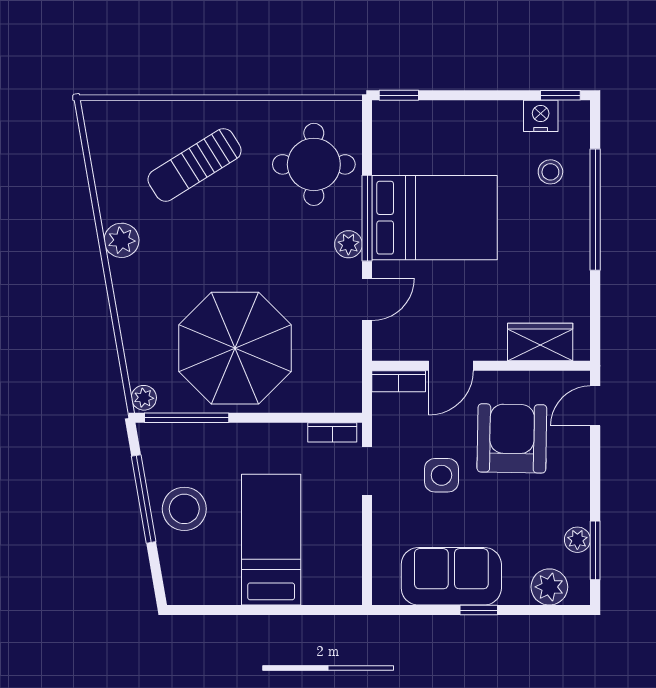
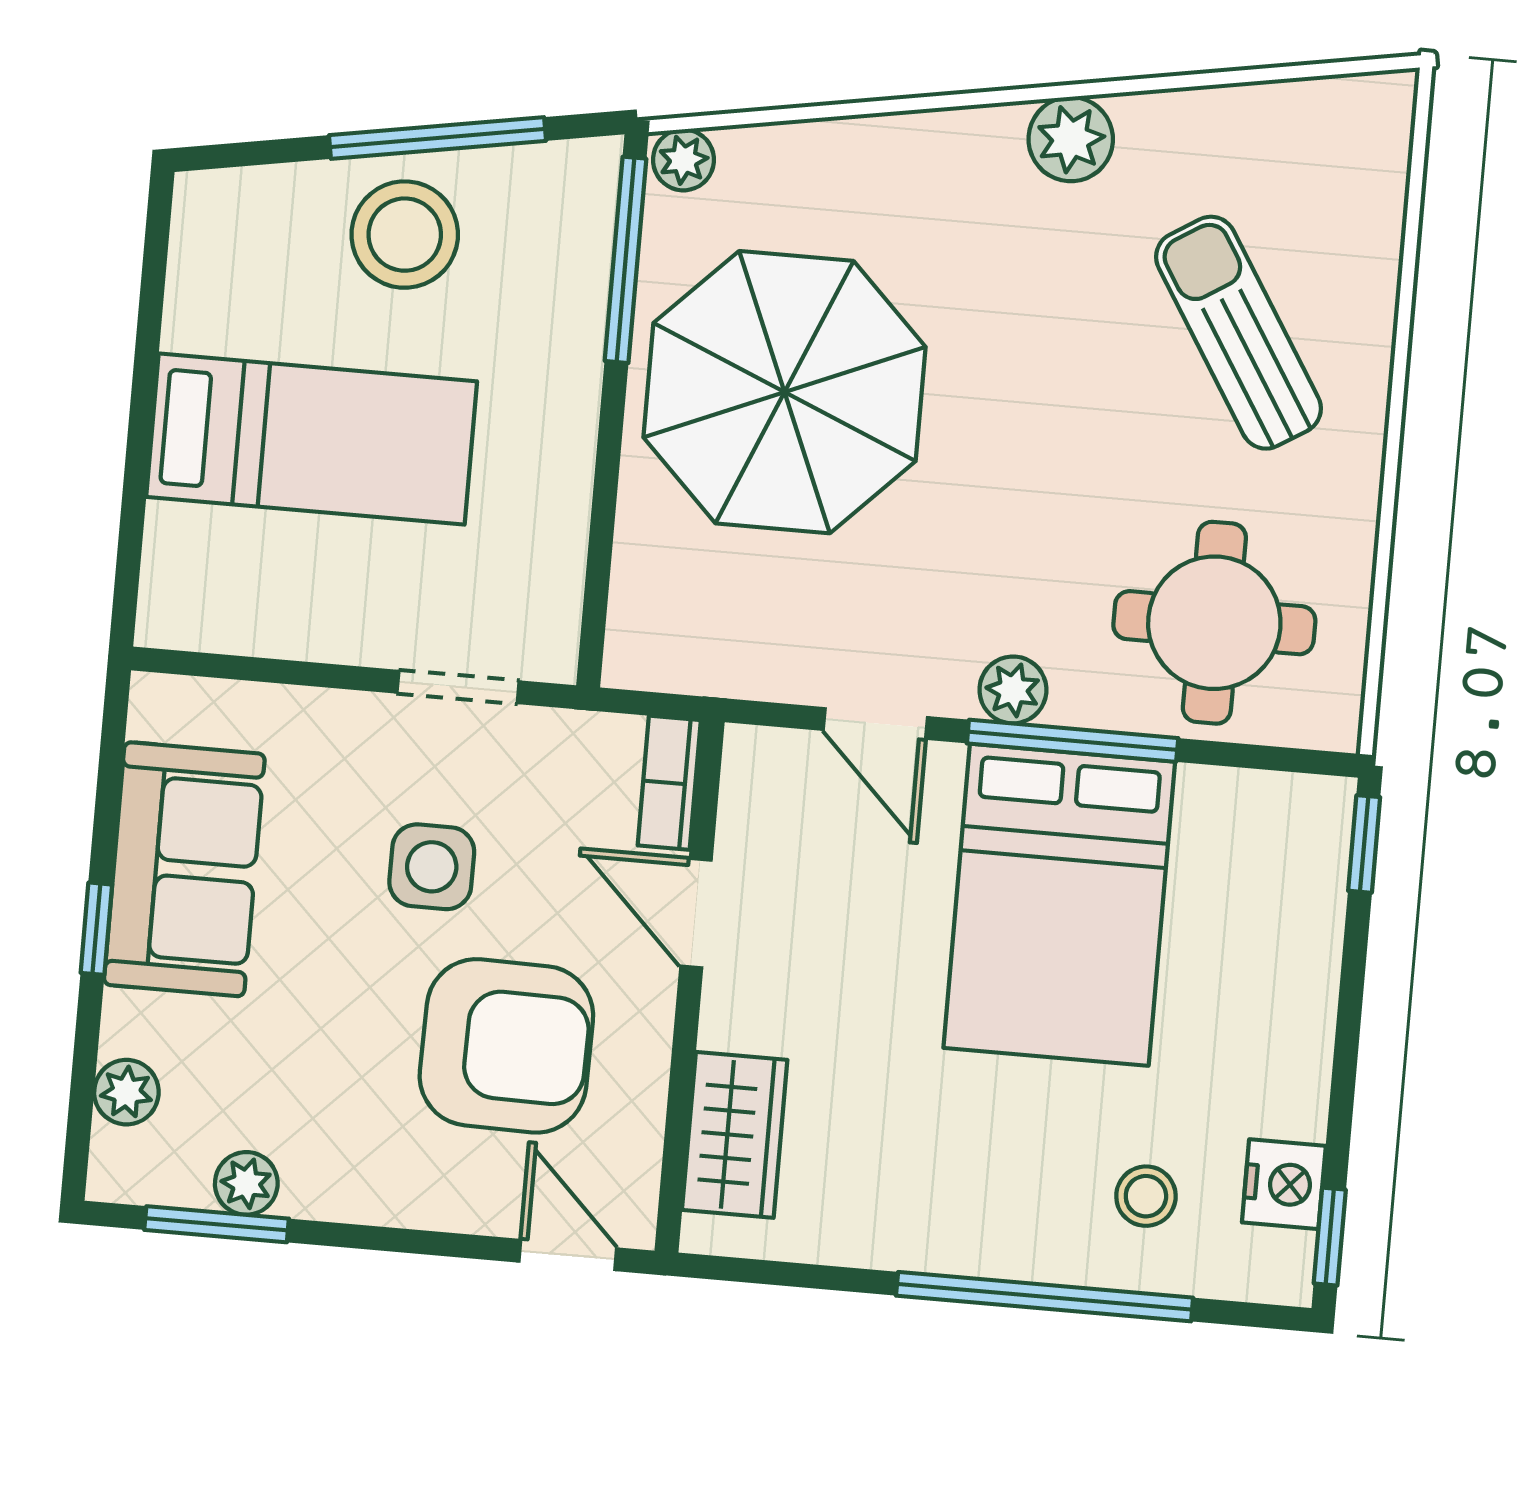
bookcase: (332, 432) -> (559, 610), removed
plant: (549, 587) -> (126, 1092), width x0.73, depth x0.73

